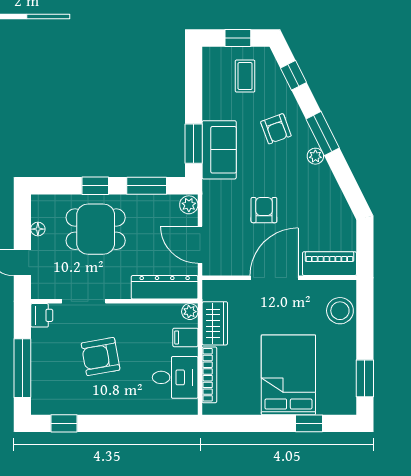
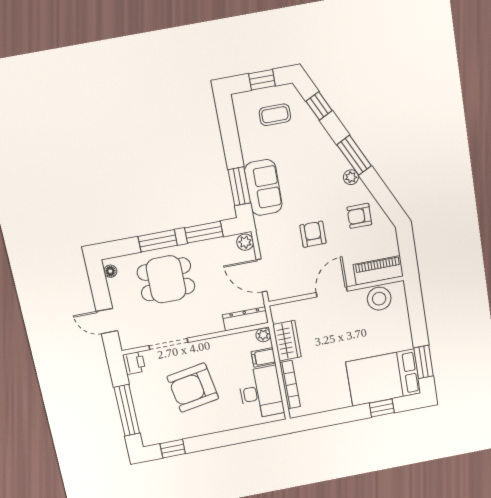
coffee table: (245, 76) -> (275, 115), turned 90
armchair: (276, 129) -> (359, 216), moved, turned 110
window: (95, 186) -> (158, 241), width x1.50
floor lamp: (38, 229) -> (110, 271), moved
door: (274, 278) -> (332, 292), width x0.73
dresser: (165, 287) -> (245, 319), width x0.73, depth x0.80
stool: (340, 311) -> (379, 299), moved
armchair: (101, 357) -> (193, 388), width x1.36, depth x1.36
bed: (288, 375) -> (383, 378), moved, turned -90
desk: (175, 377) -> (261, 392), width x1.37

